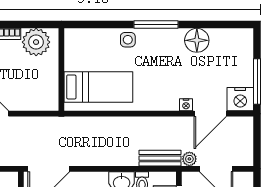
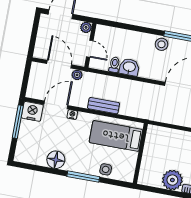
wall: (61, 70) -> (140, 154), moved
bed: (98, 87) -> (116, 136), moved
bench: (160, 158) -> (104, 106), moved

